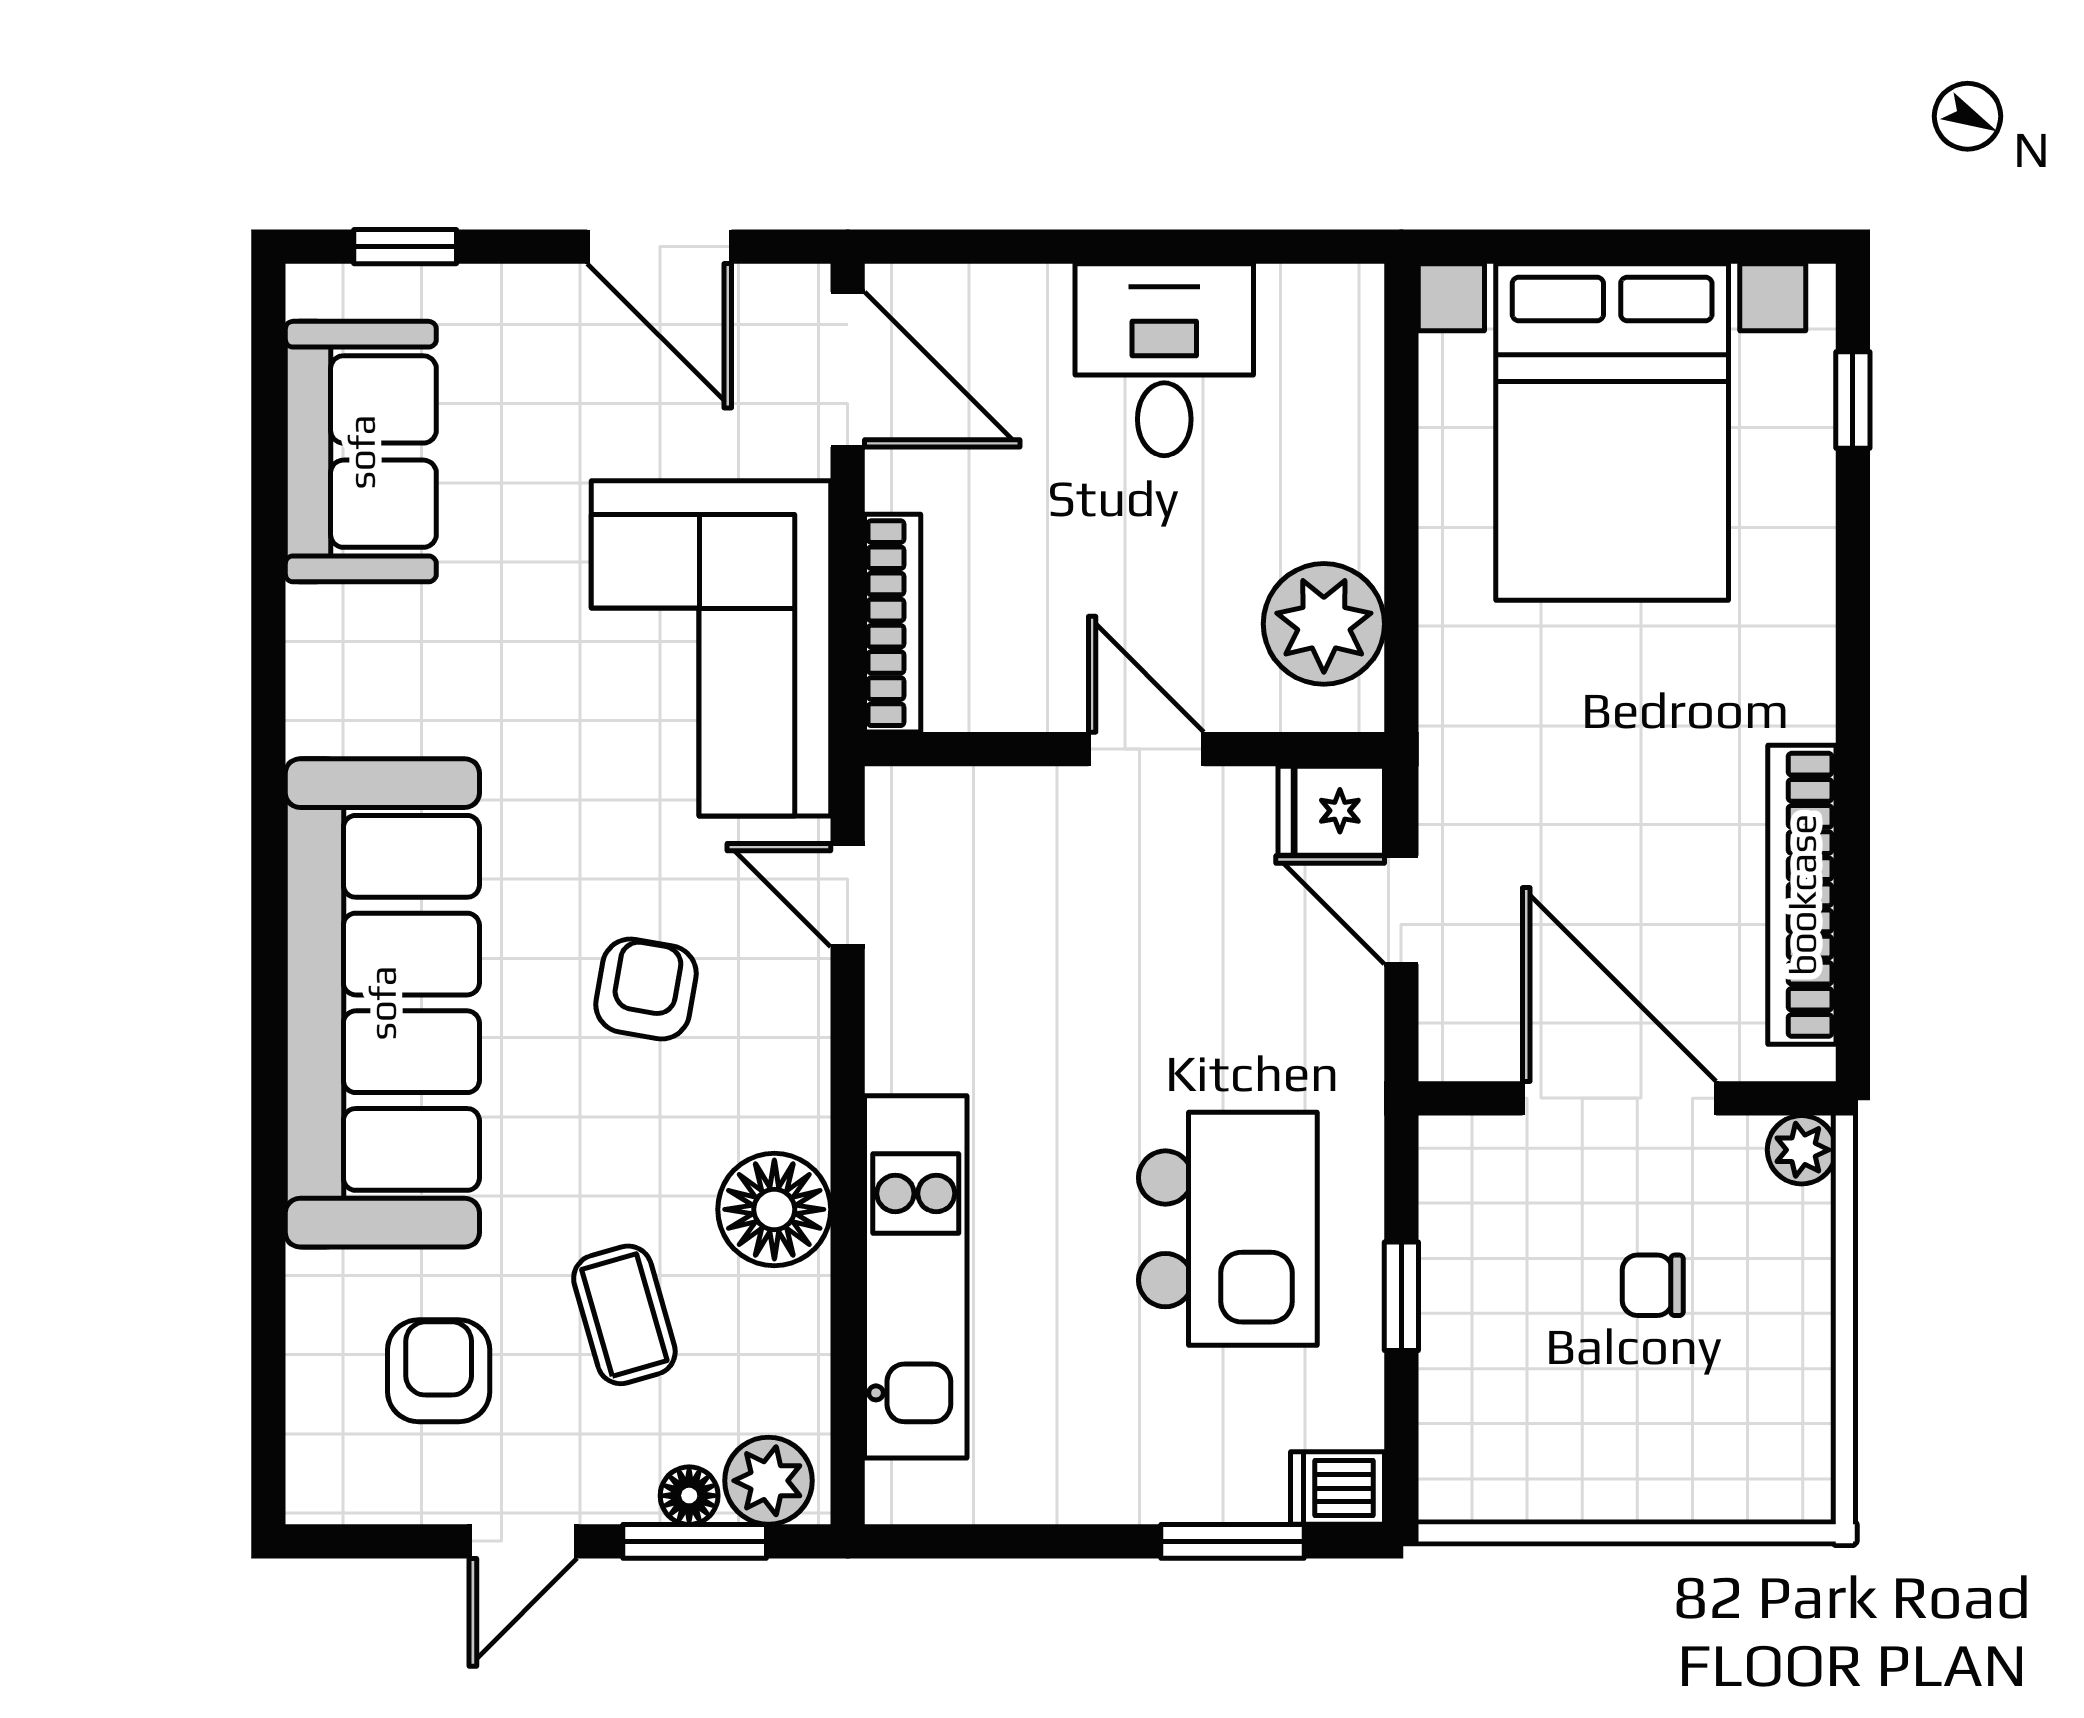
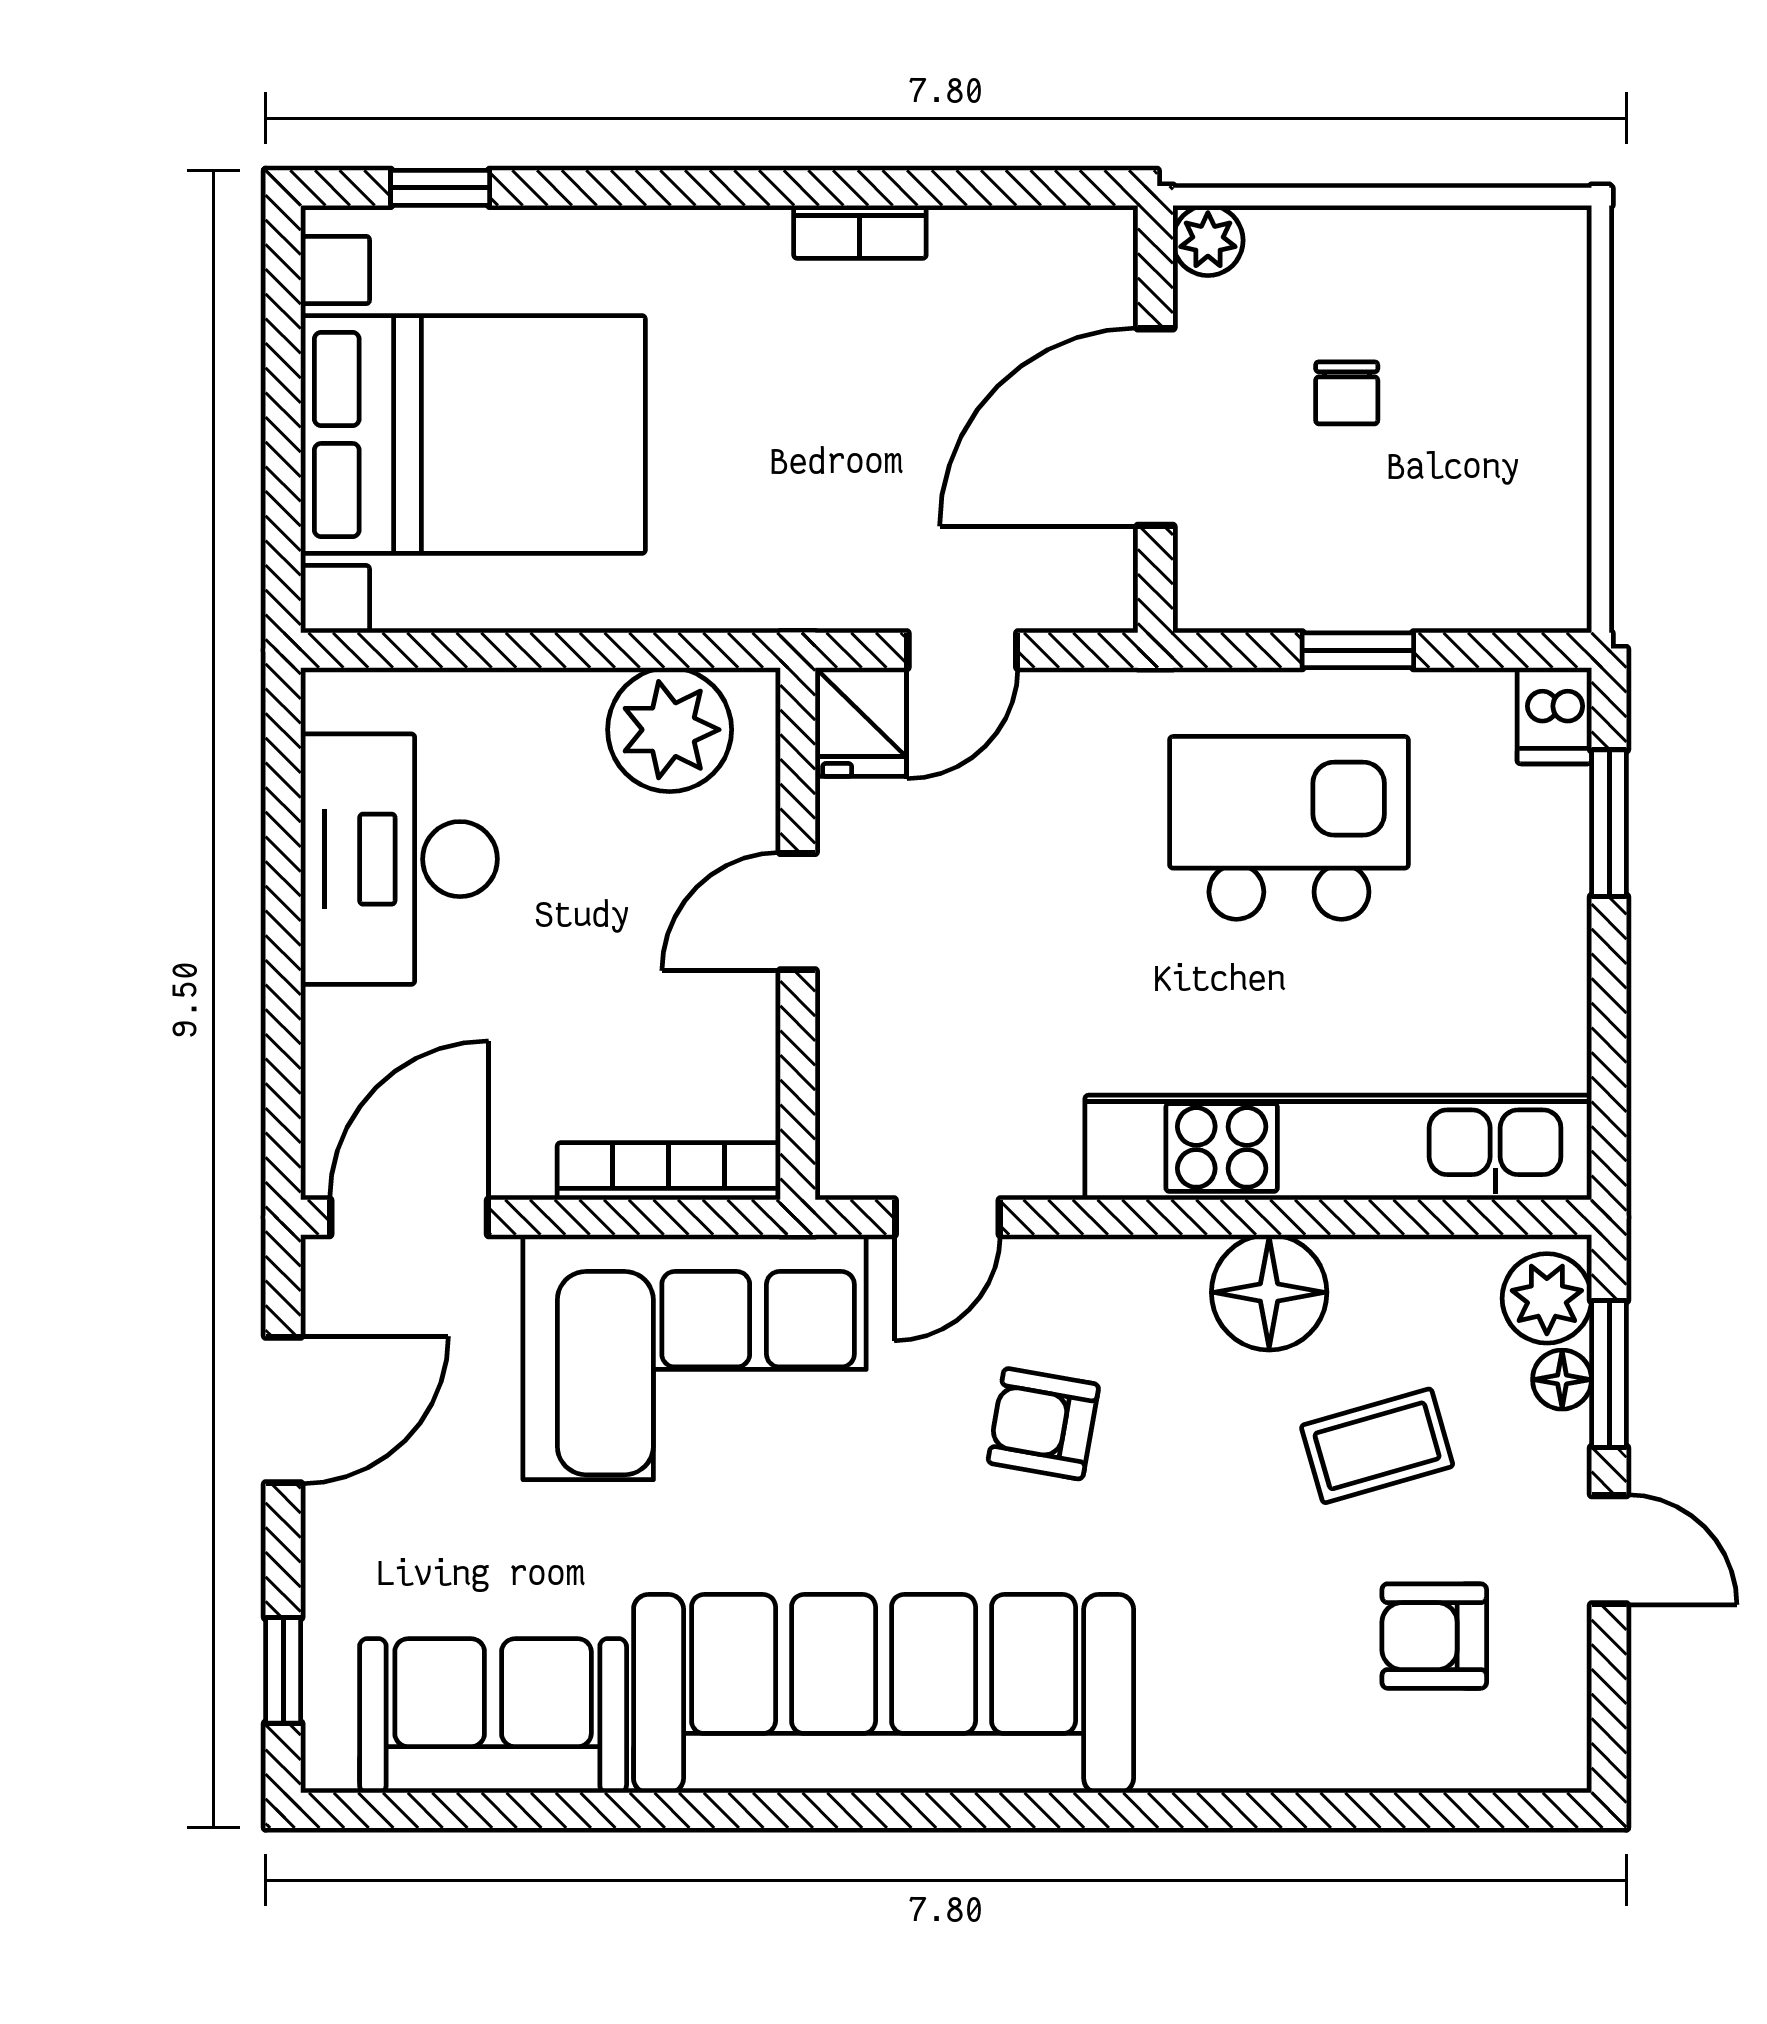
desk: (1164, 360) -> (399, 859), width x1.37
bookcase: (1802, 895) -> (860, 232), width x0.43, depth x0.76
sofa: (382, 1003) -> (884, 1694), moved
kitchen unit: (916, 1277) -> (1338, 1147), width x1.36

